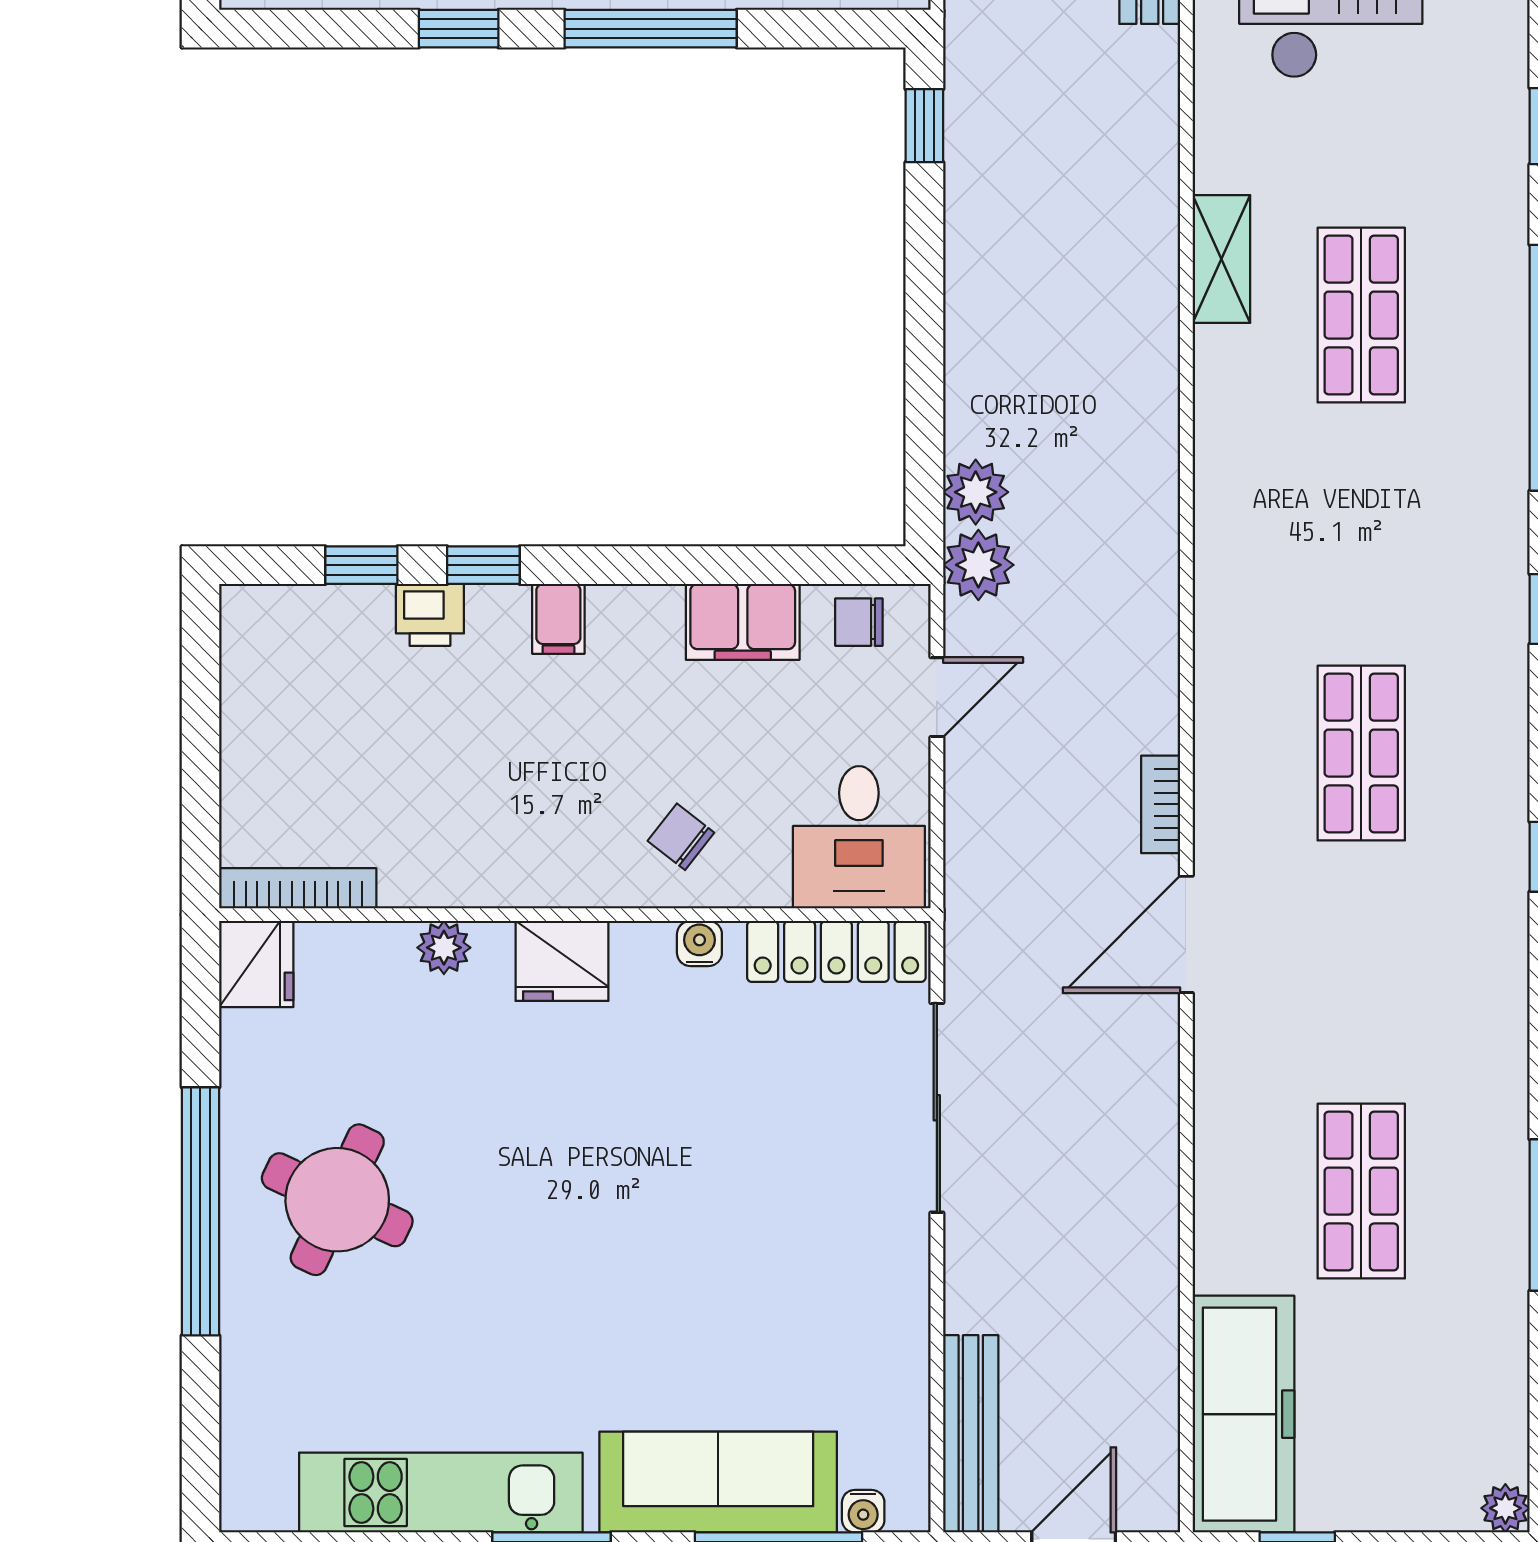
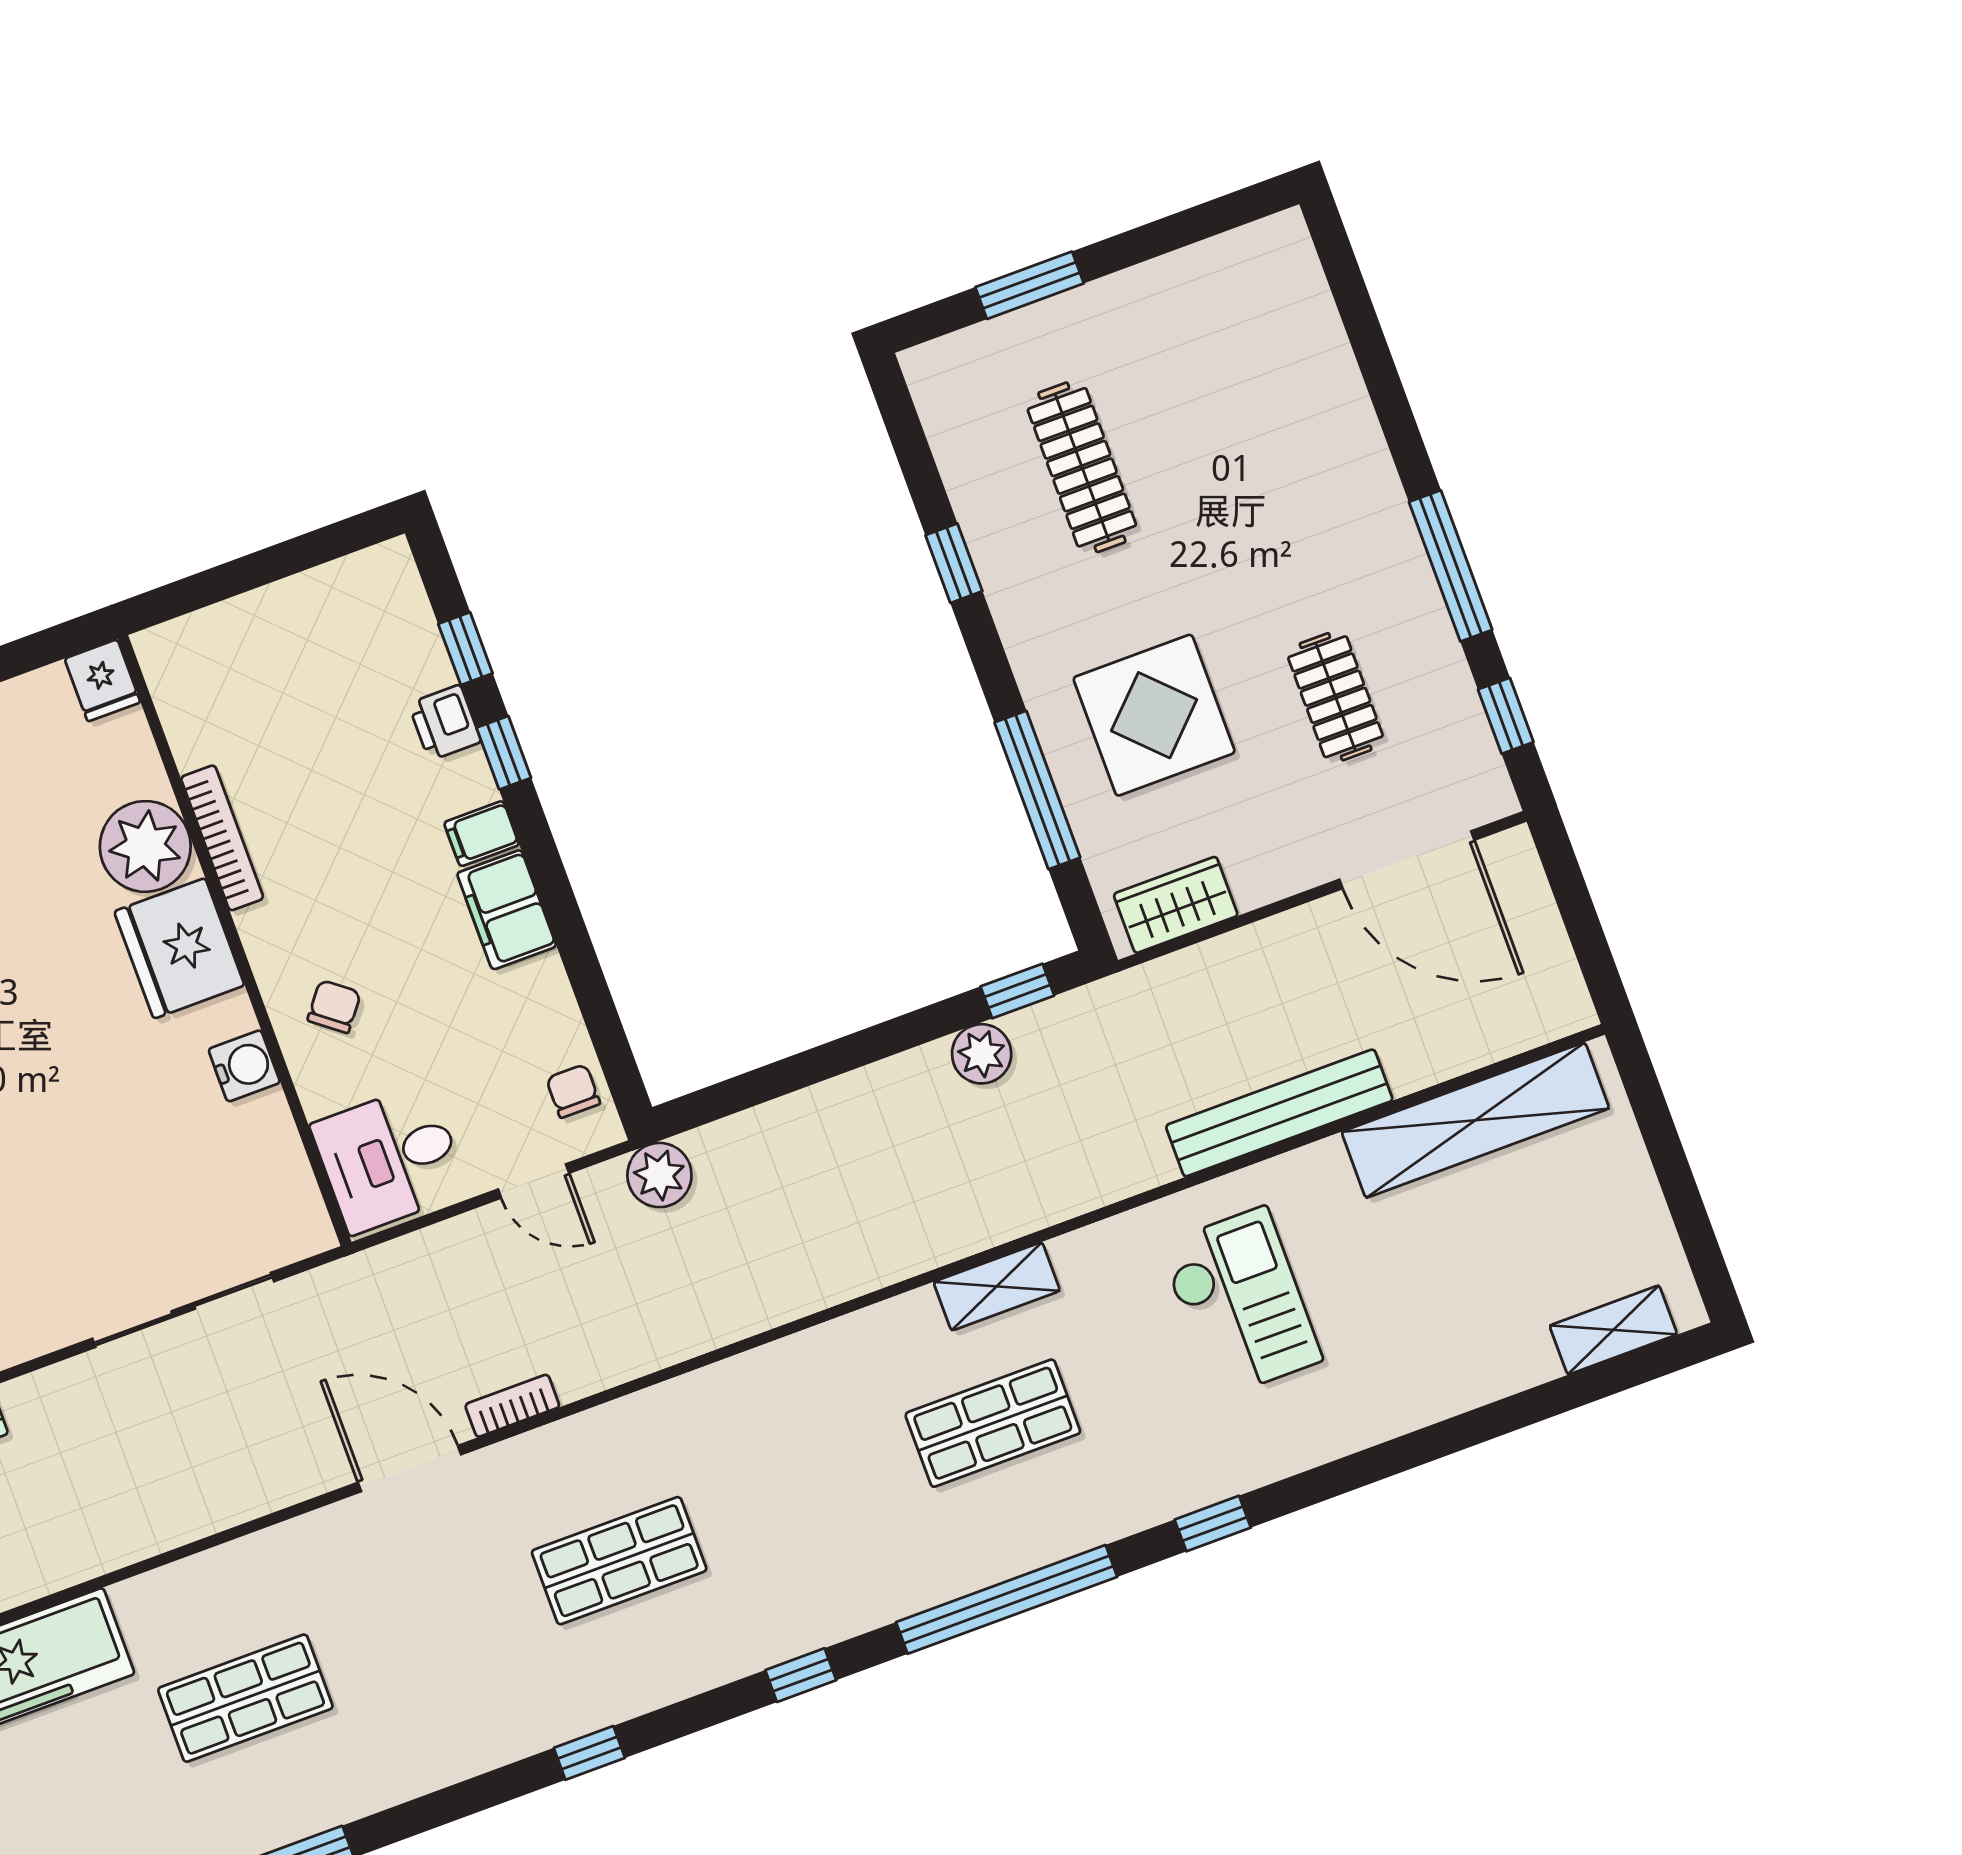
window: (651, 29) -> (1037, 790), moved
plant: (976, 492) -> (982, 1054), moved
filing cabinet: (743, 622) -> (507, 910), moved
bookcase: (298, 888) -> (222, 838), moved
water cooler: (699, 943) -> (244, 1066), width x1.38, depth x1.38
plant: (444, 948) -> (145, 846), width x1.88, depth x1.88
locker: (836, 951) -> (285, 1175), removed
fridge: (562, 961) -> (179, 948), width x1.36, depth x1.34
fridge: (256, 964) -> (102, 680), width x0.72

